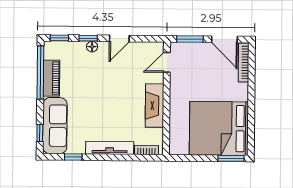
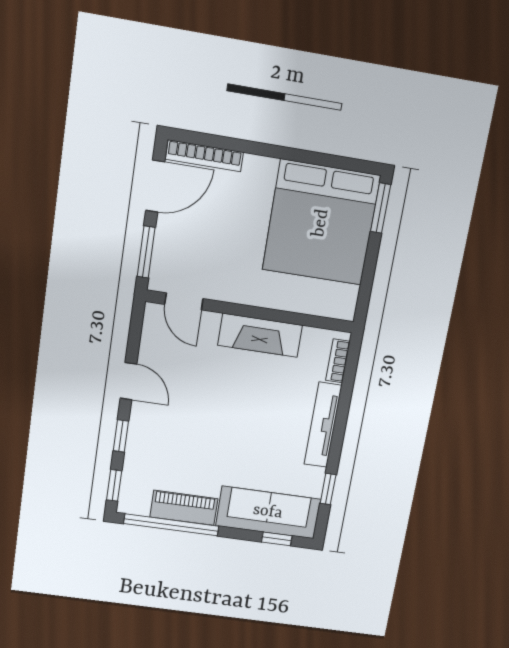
floor lamp: (92, 47) -> (137, 431), removed

